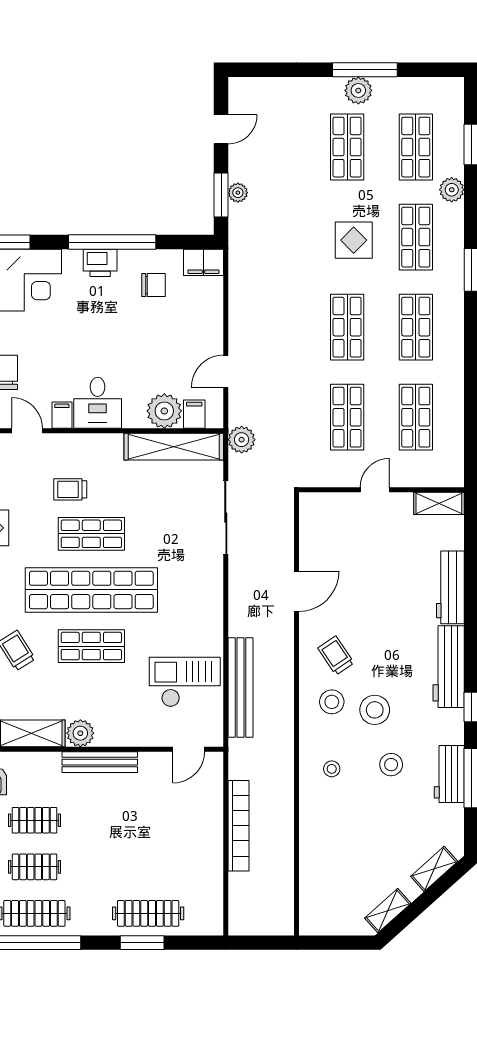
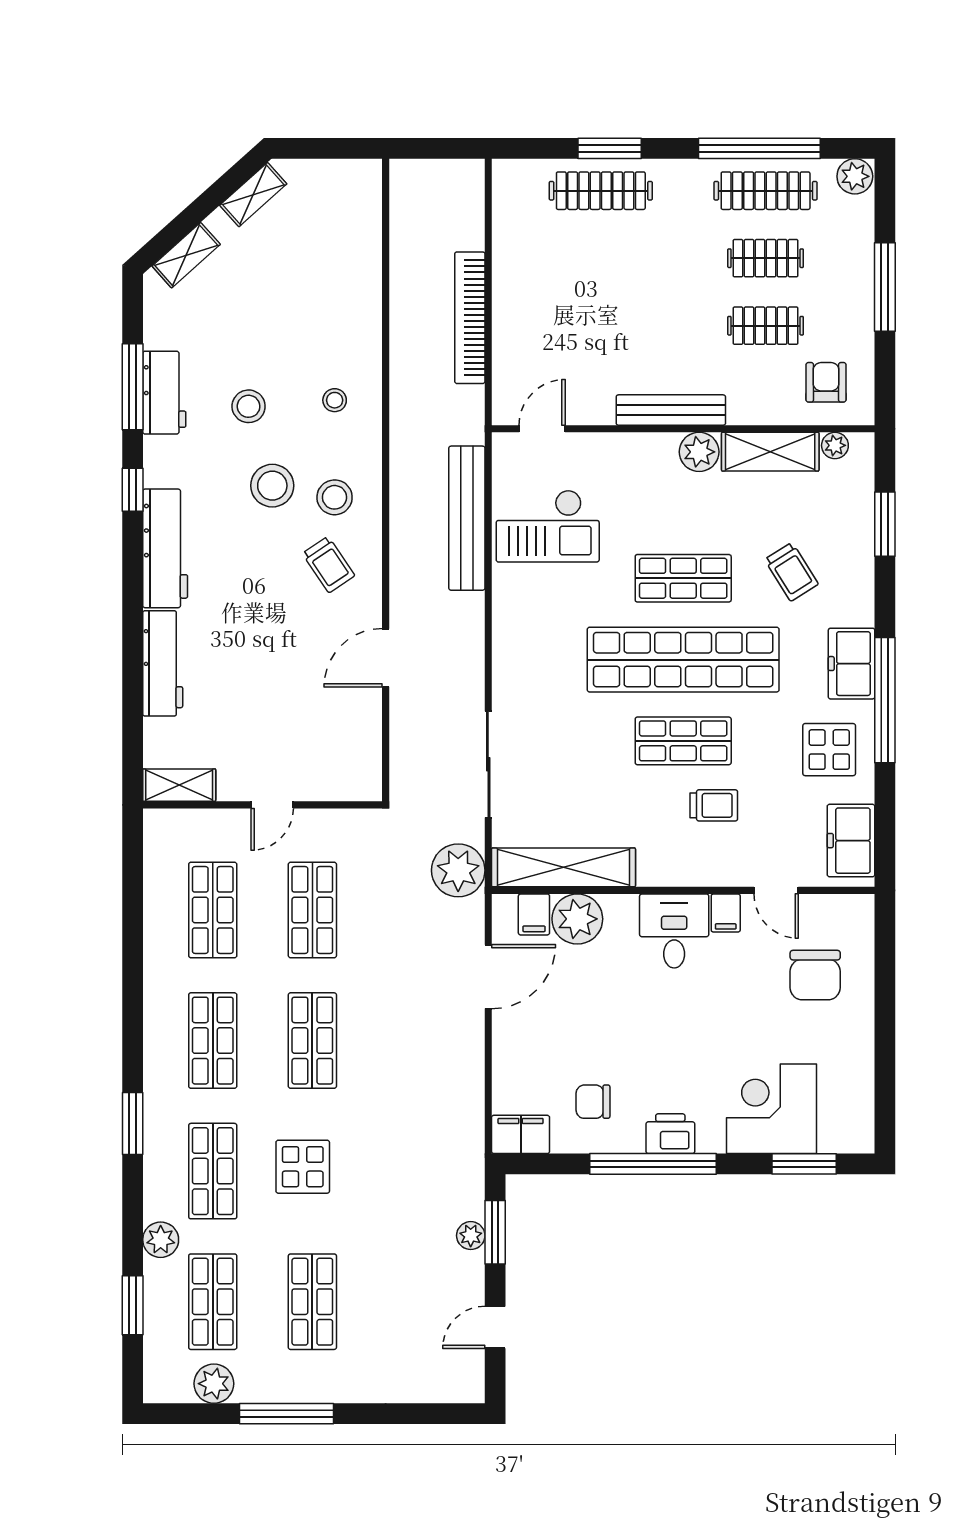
plant: (358, 90) -> (214, 1384), moved
door: (226, 371) -> (488, 977), width x1.38
plant: (242, 440) -> (458, 870), width x1.36, depth x1.36

